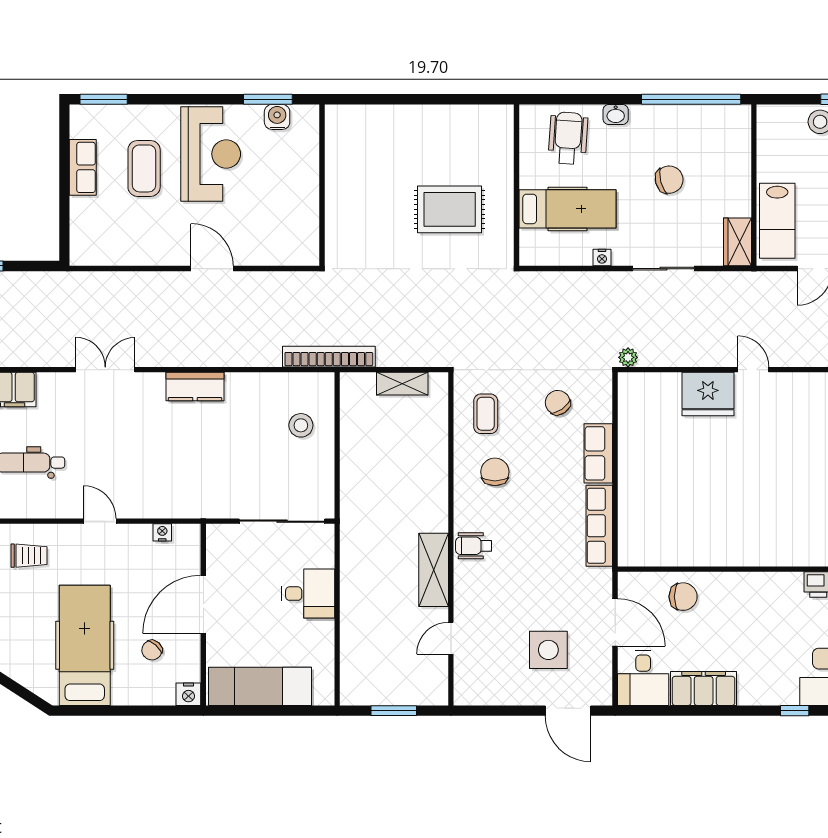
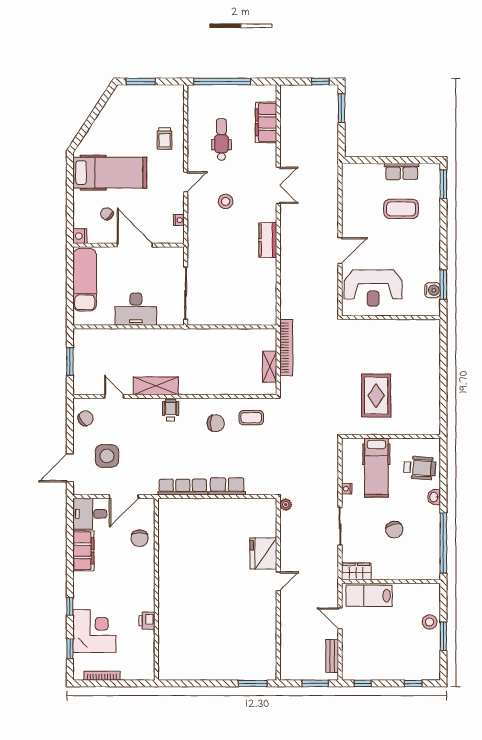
reception desk: (211, 154) -> (373, 288), moved
bookcase: (329, 357) -> (286, 348), moved
chair: (558, 403) -> (86, 418), moved
stool: (301, 425) -> (226, 201), moved
desk: (308, 594) -> (136, 309), width x1.37

